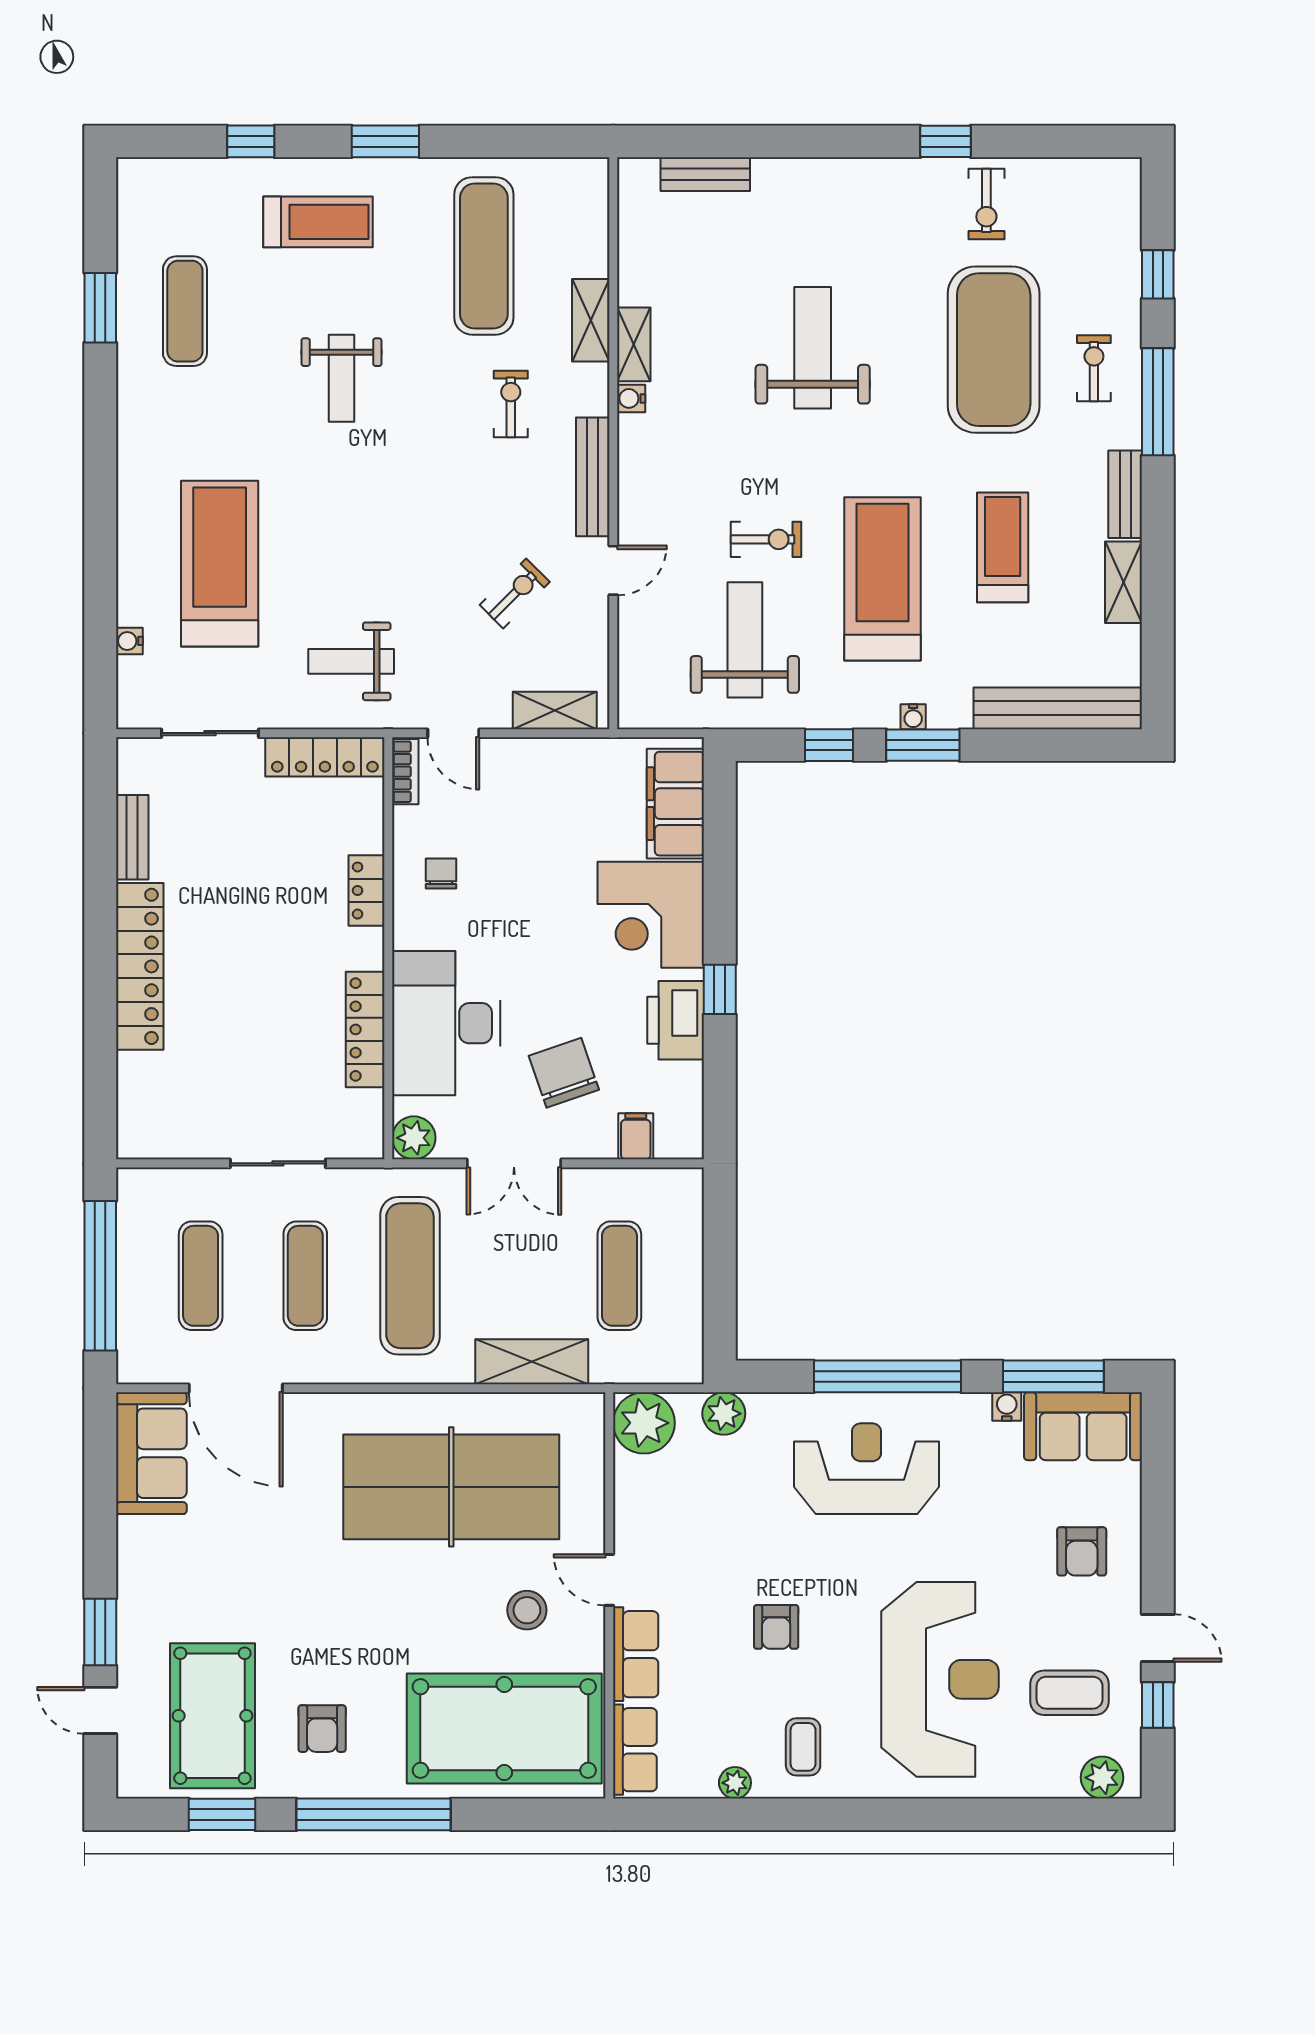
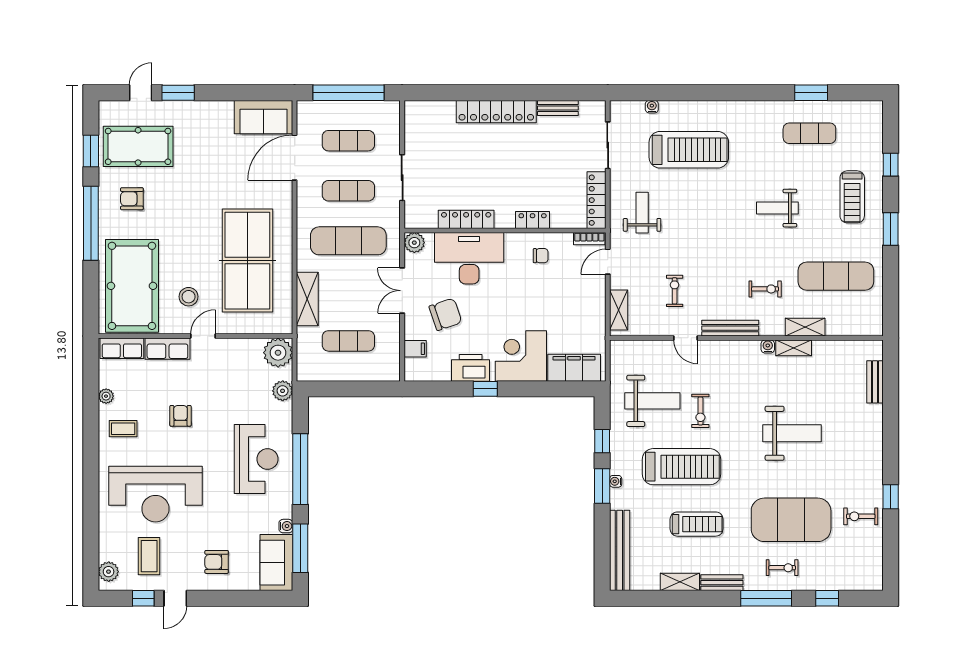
exercise bike: (515, 593) -> (675, 291), turned -135
armchair: (776, 1627) -> (180, 416), turned 90

